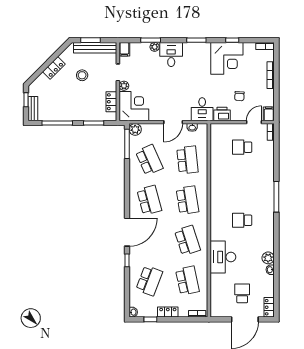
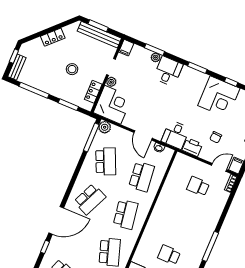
stool: (82, 75) -> (72, 69), moved
door: (173, 122) -> (143, 135), hinge flipped
school desk: (149, 200) -> (90, 199), turned 39

